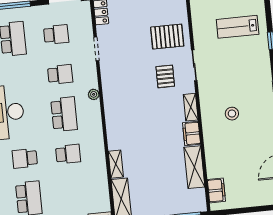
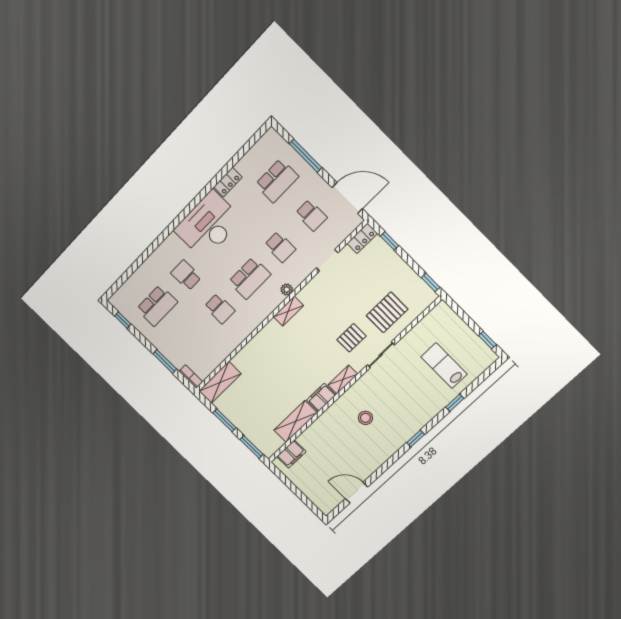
pallet: (167, 37) -> (387, 312), turned 90
shelving: (116, 164) -> (288, 311), moved

